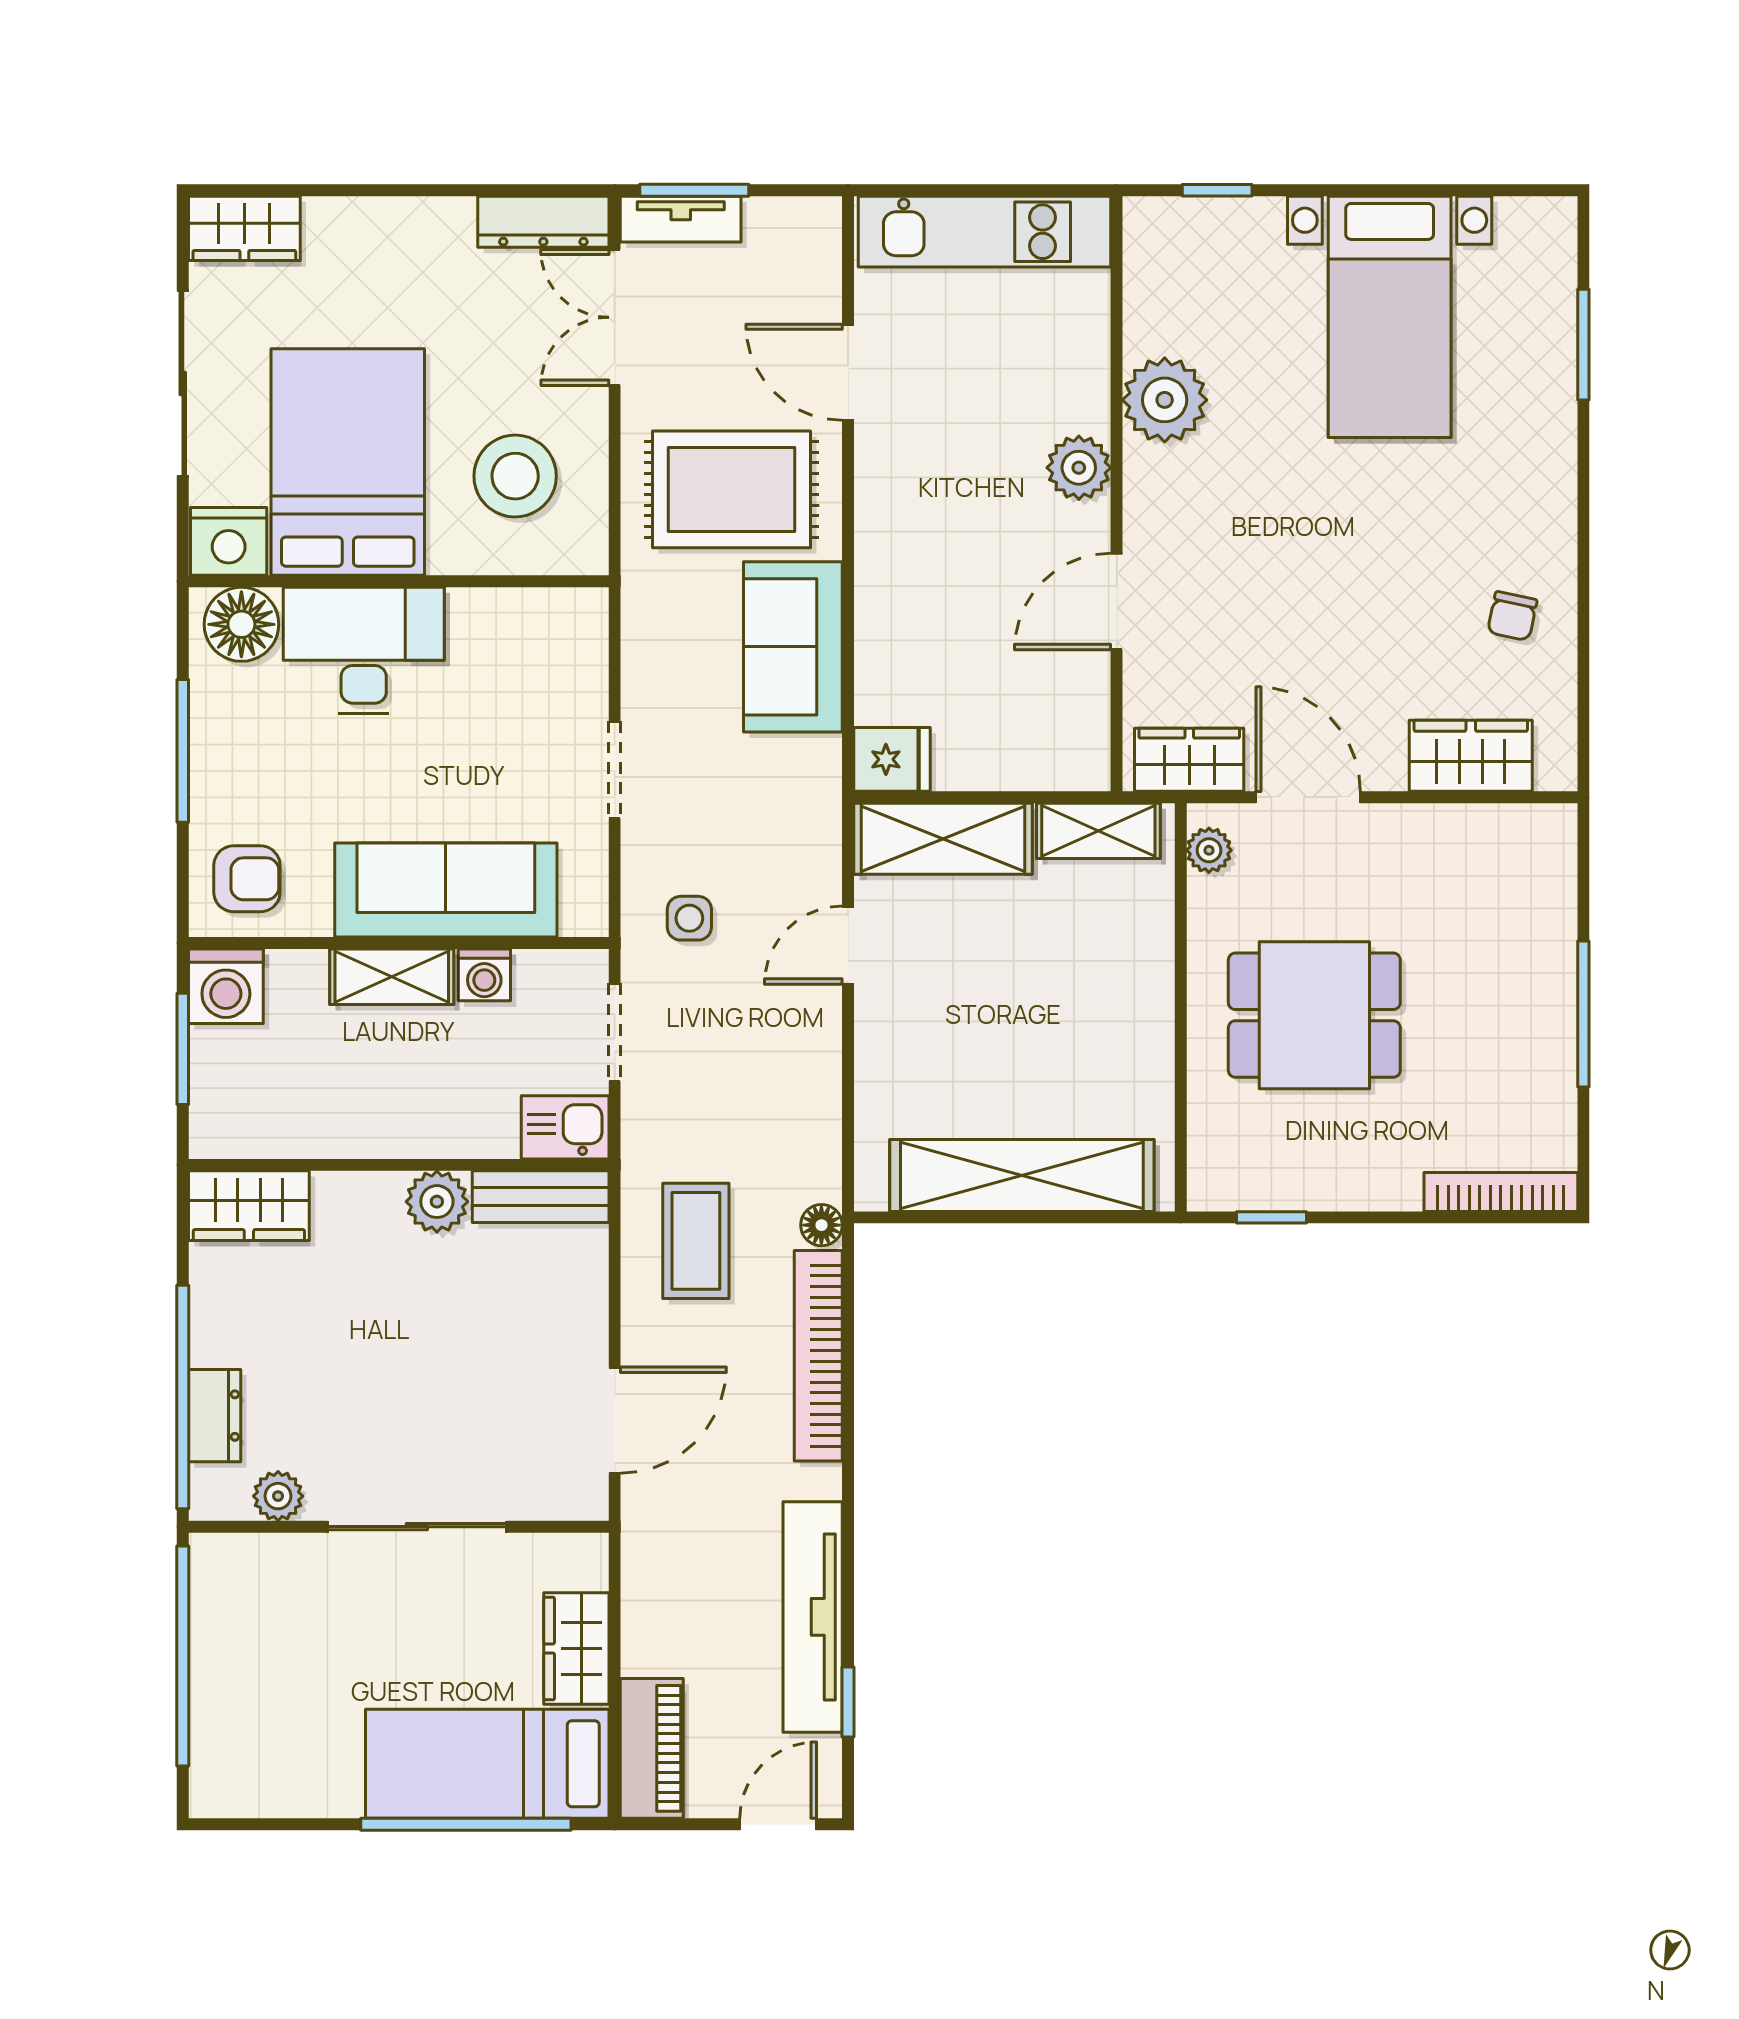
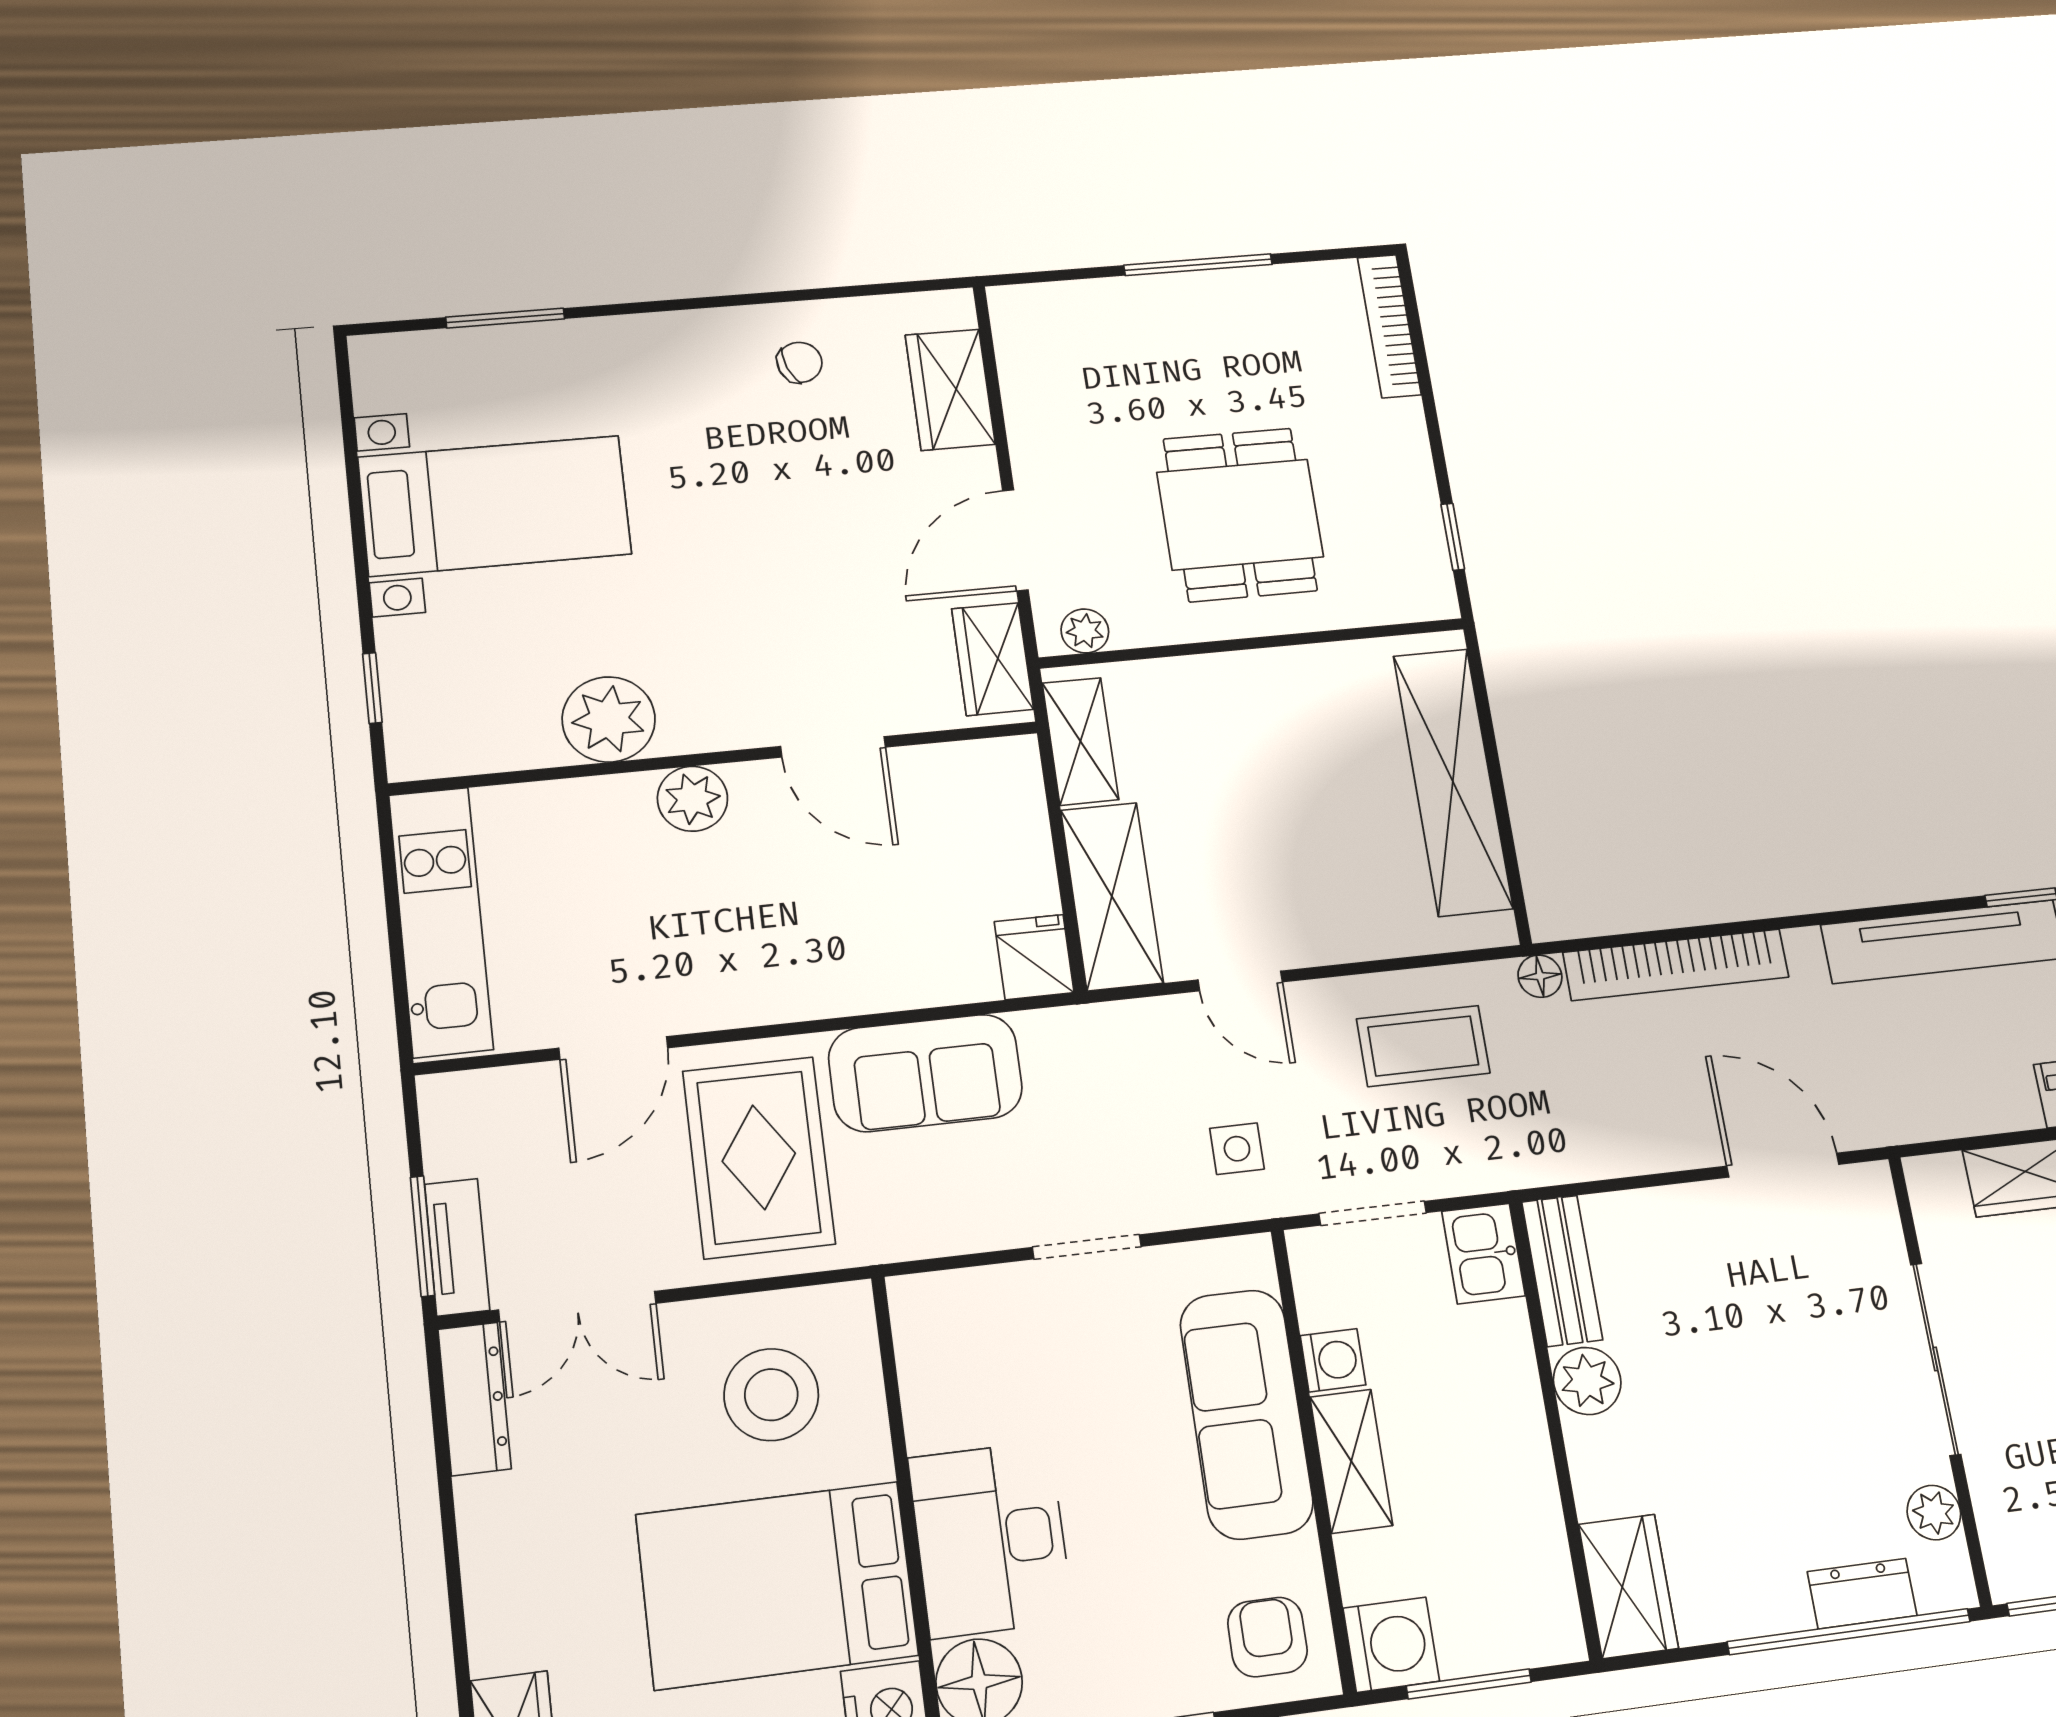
chair: (1512, 616) -> (800, 362), turned -32
coffee table: (696, 1241) -> (1423, 1046), moved

